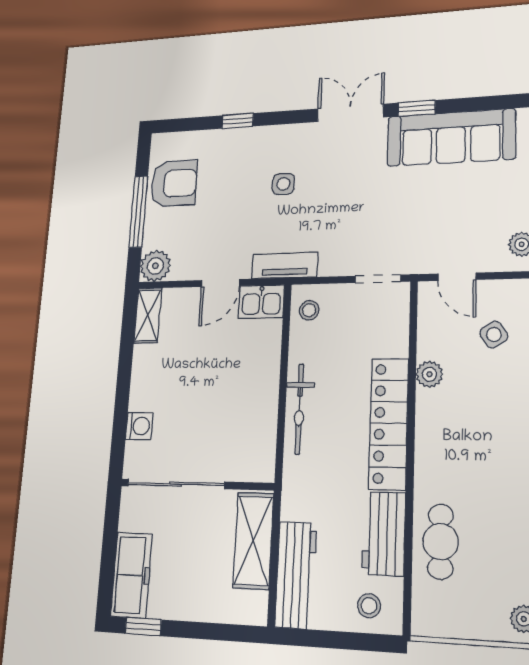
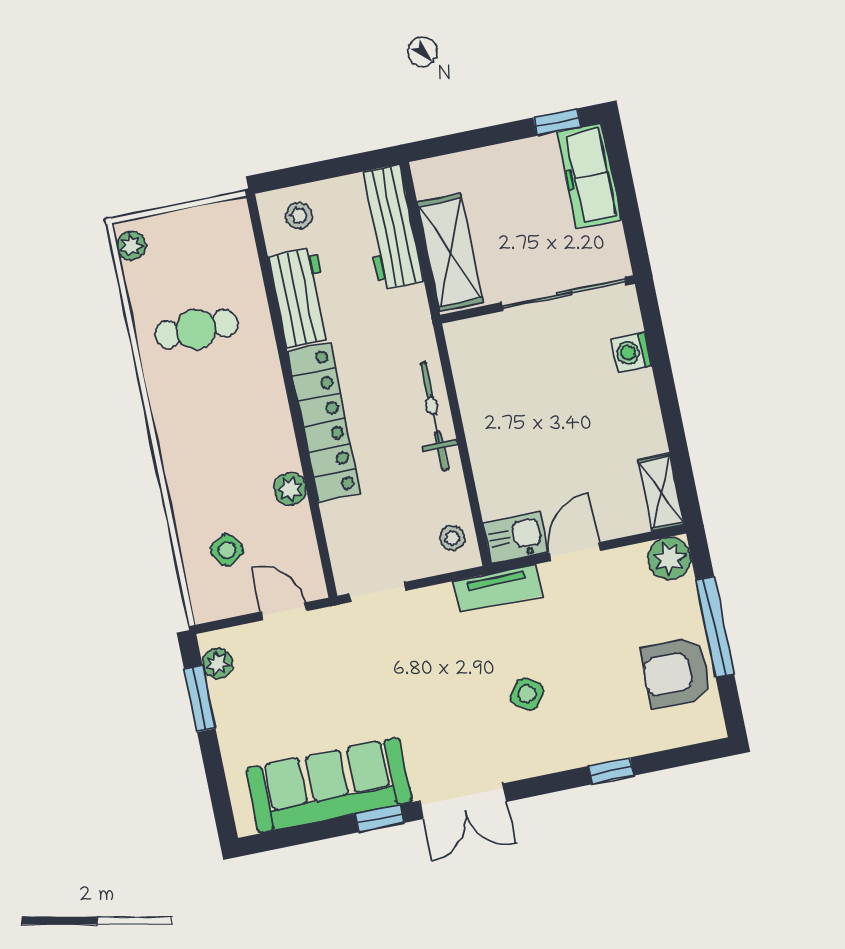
side table: (283, 184) -> (527, 694), turned 36
cafe table: (441, 542) -> (196, 329), moved, turned 90

